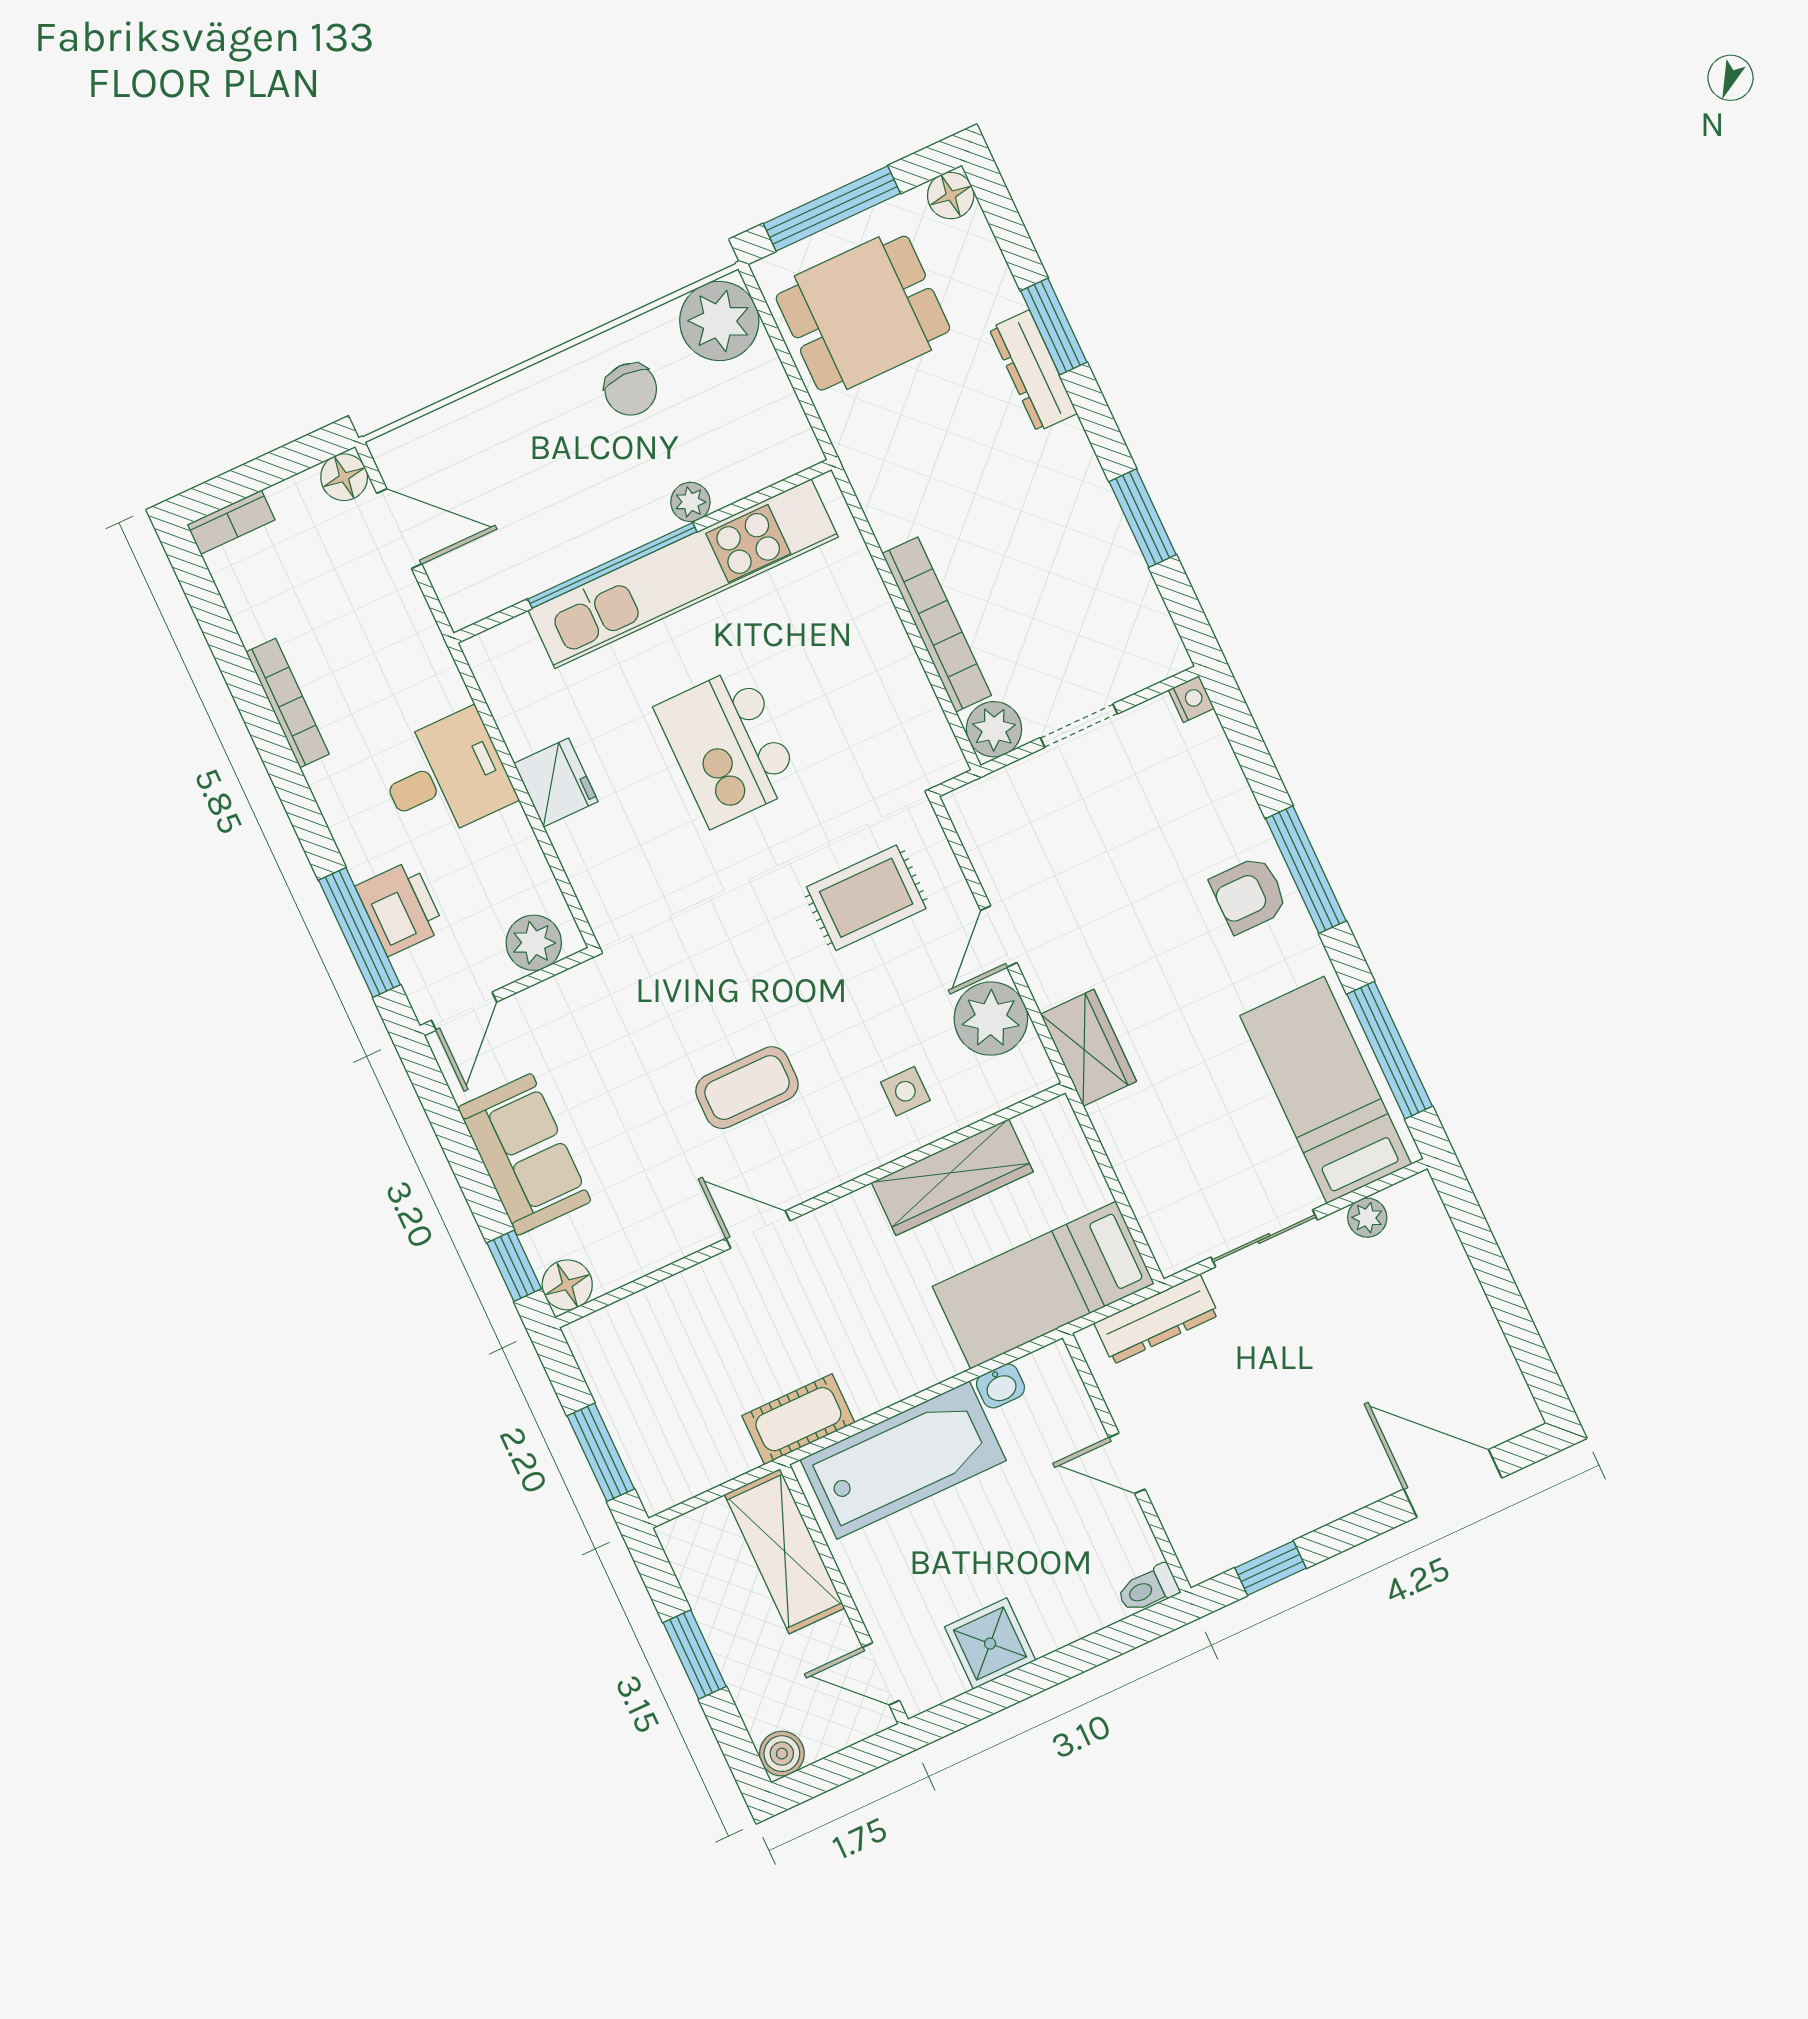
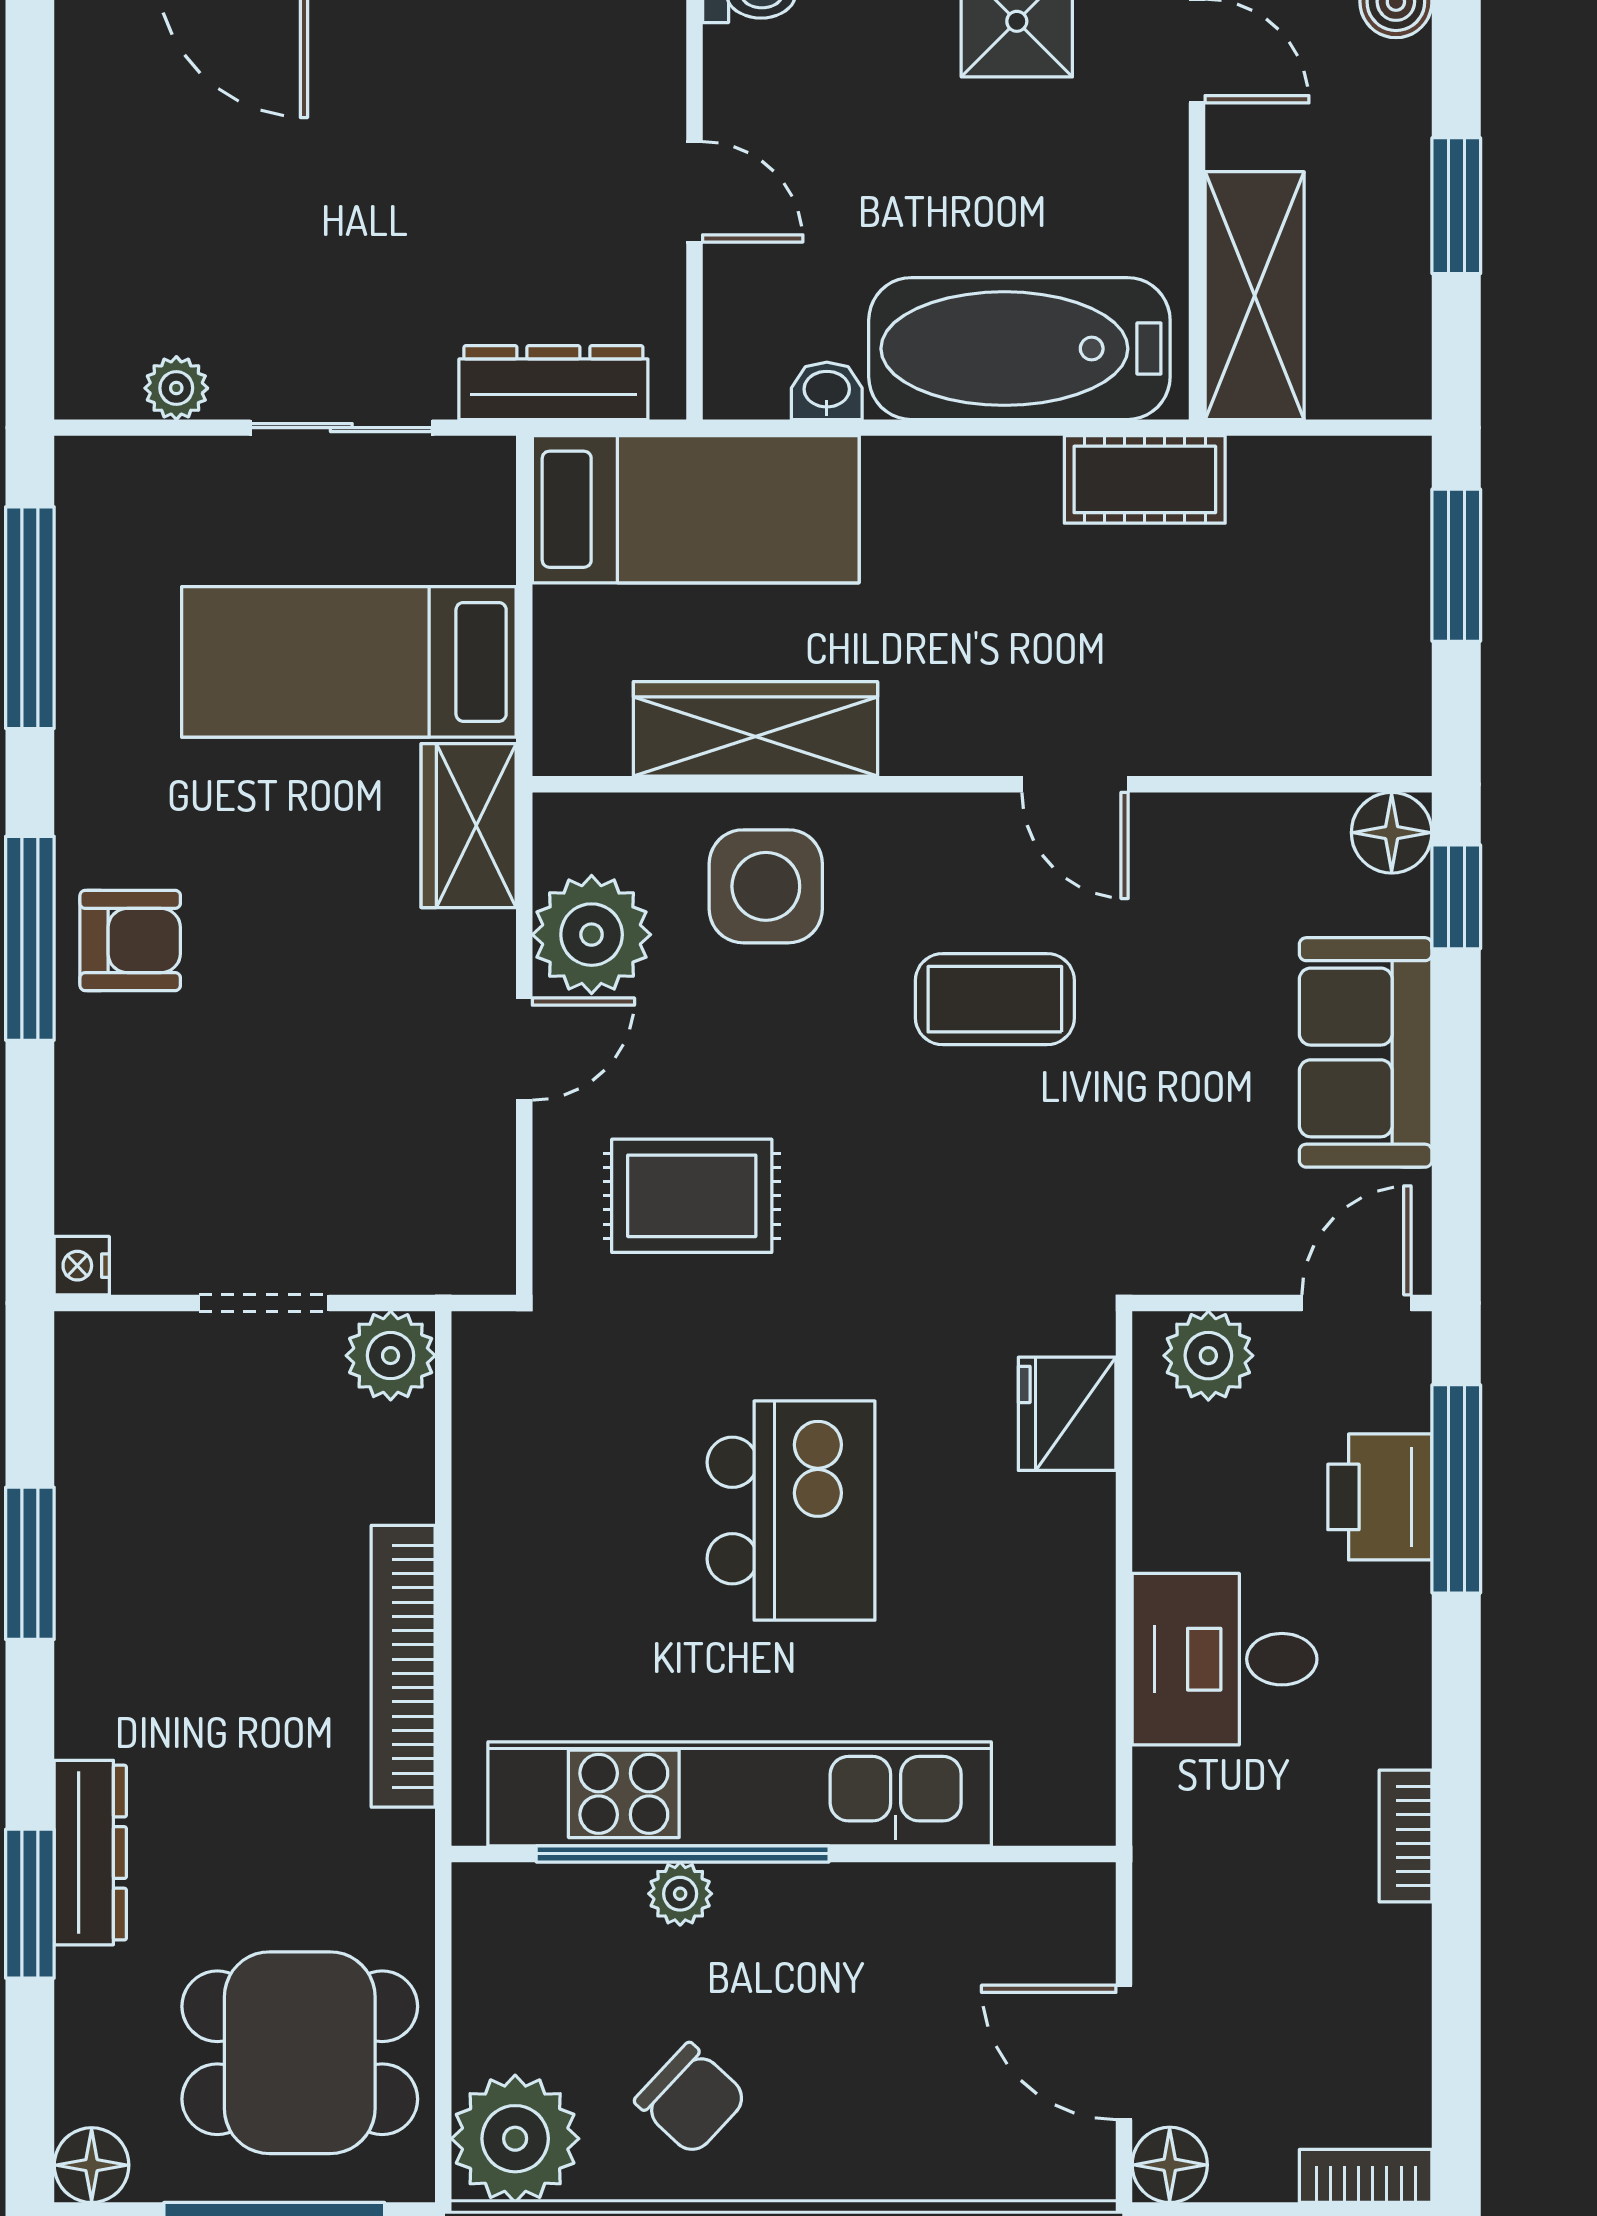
chair: (631, 389) -> (691, 2099), turned 133
window: (612, 565) -> (683, 1854), moved
bookcase: (937, 624) -> (403, 1666), moved
bookcase: (288, 703) -> (1406, 1836), width x0.64
fridge: (556, 782) -> (1067, 1414), moved
bed: (1326, 1090) -> (349, 662), moved, turned 90
side table: (905, 1091) -> (766, 886), width x1.87, depth x1.87

